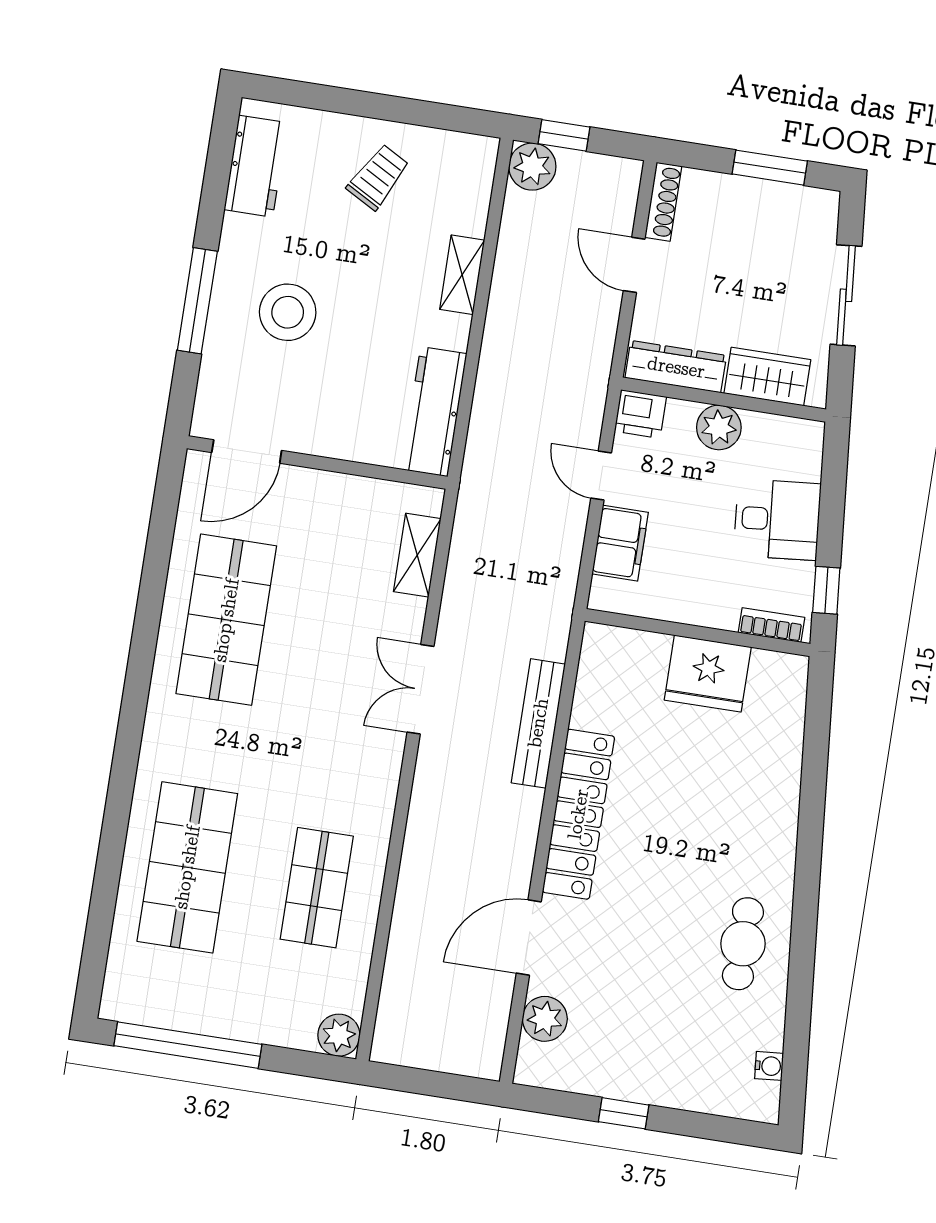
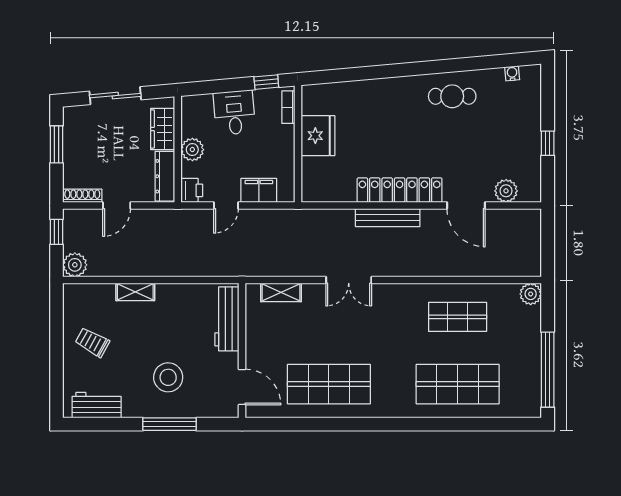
window: (564, 135) -> (57, 232), moved
workbench: (434, 412) -> (227, 319), moved, turned 90
bench: (538, 723) -> (388, 218), moved

